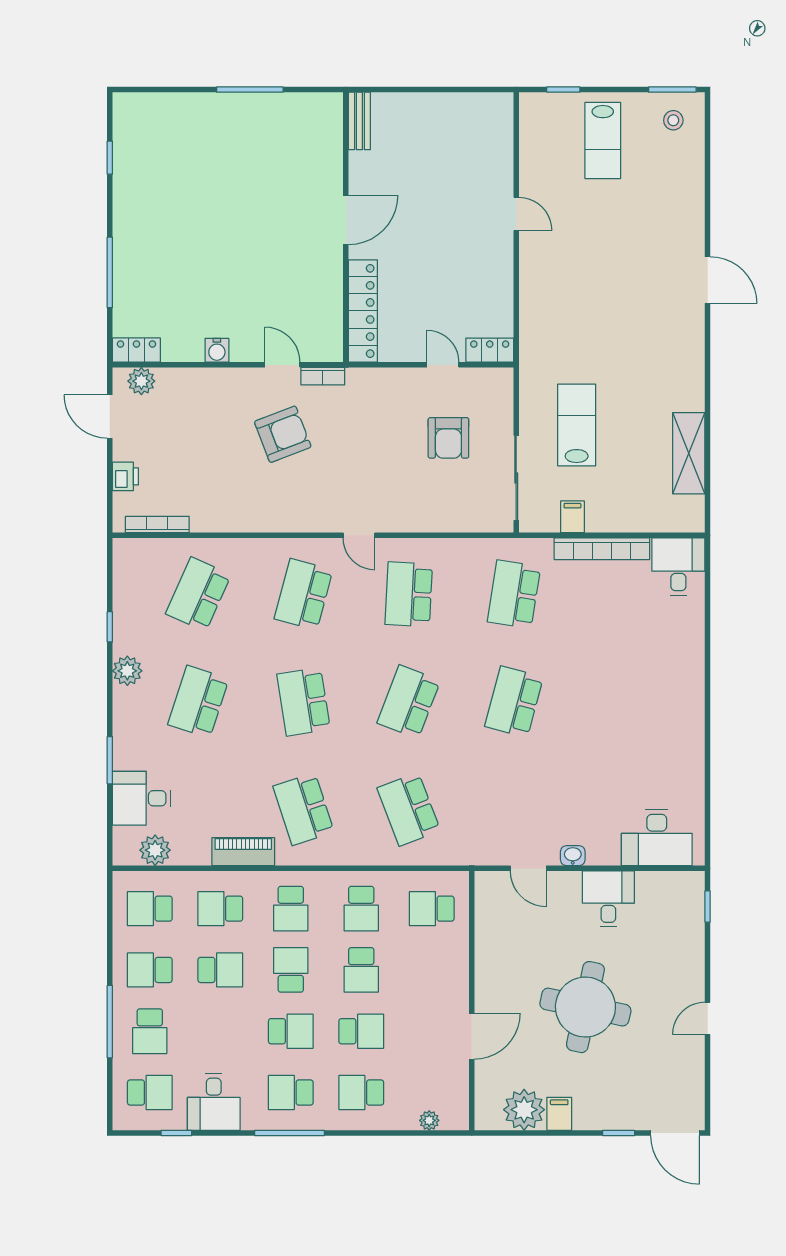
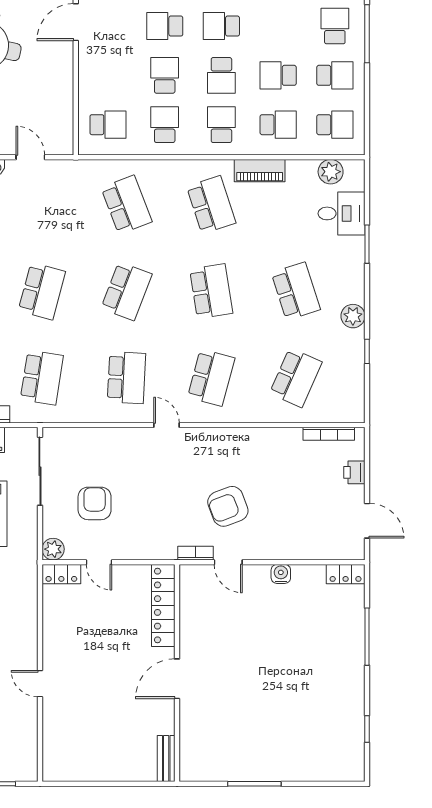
plant: (141, 381) -> (53, 549), moved
school desk: (198, 702) -> (296, 291), turned -36

